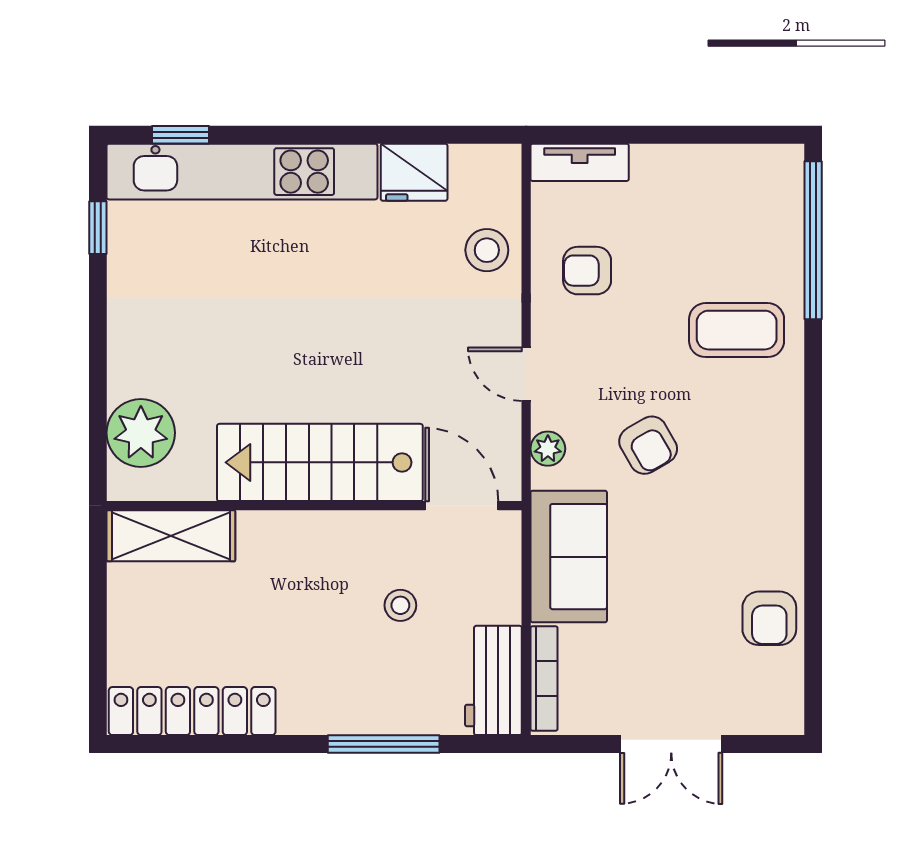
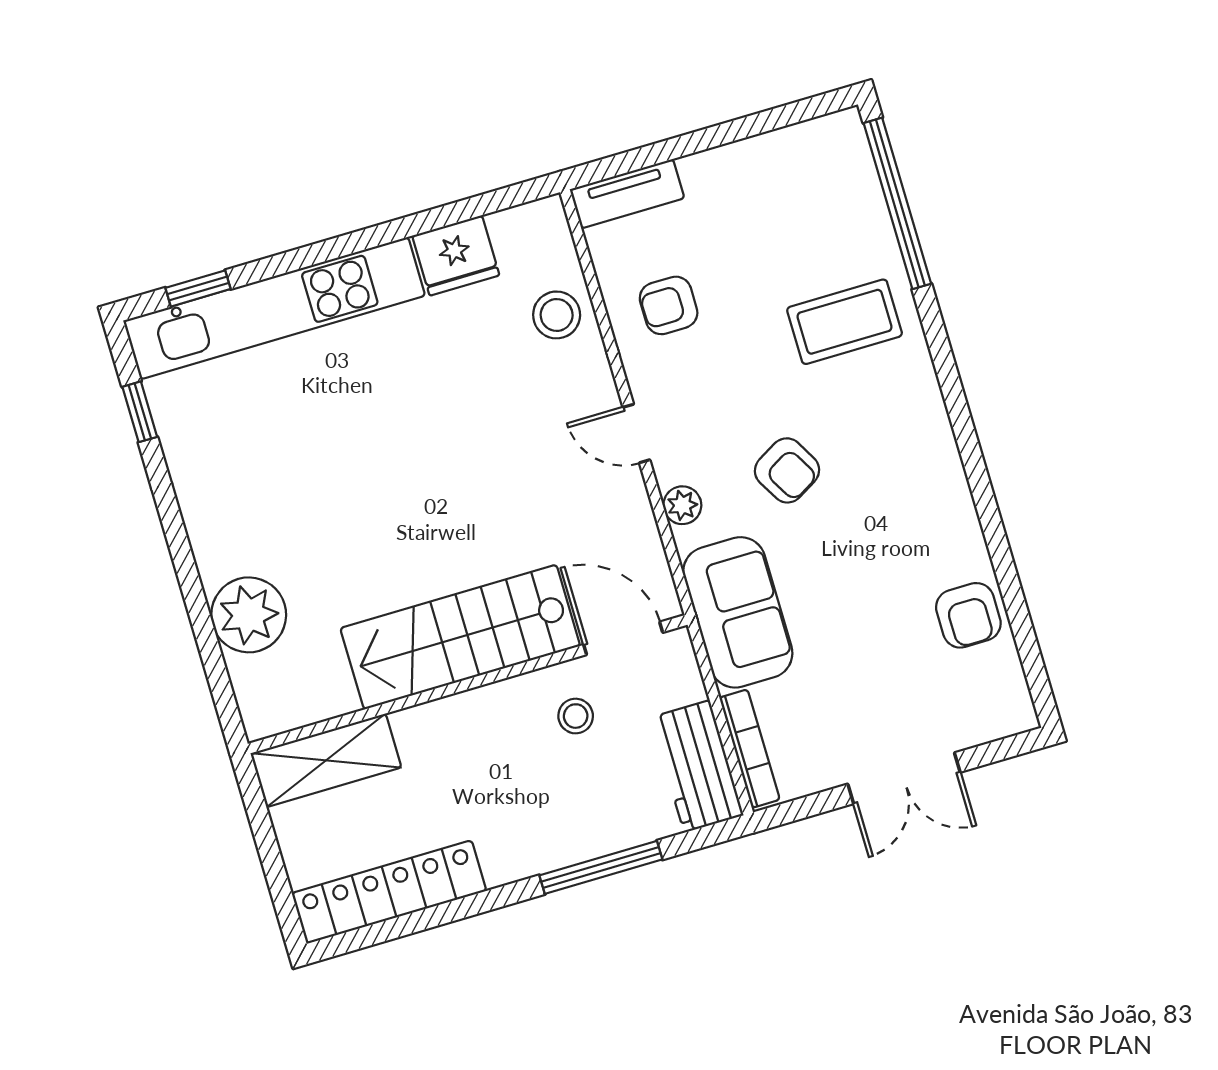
stairs: (320, 462) -> (460, 637), moved
wall: (314, 506) -> (468, 684), moved
door: (462, 506) -> (623, 638), moved
shelving: (171, 536) -> (326, 760), moved

